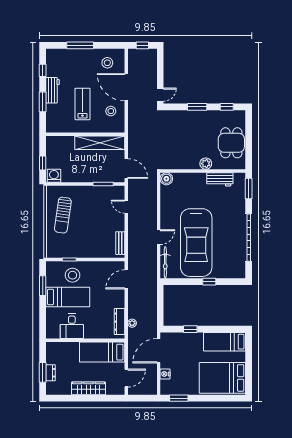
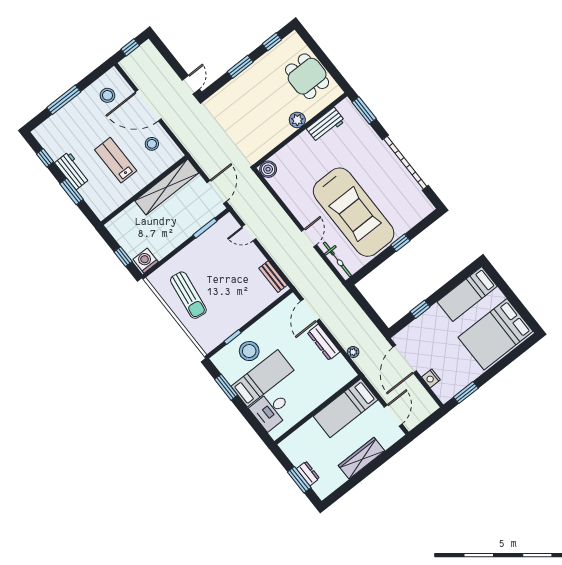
door: (126, 168) -> (217, 192), hinge flipped
dresser: (120, 322) -> (324, 342), moved
desk: (72, 326) -> (271, 410), moved, turned 90

